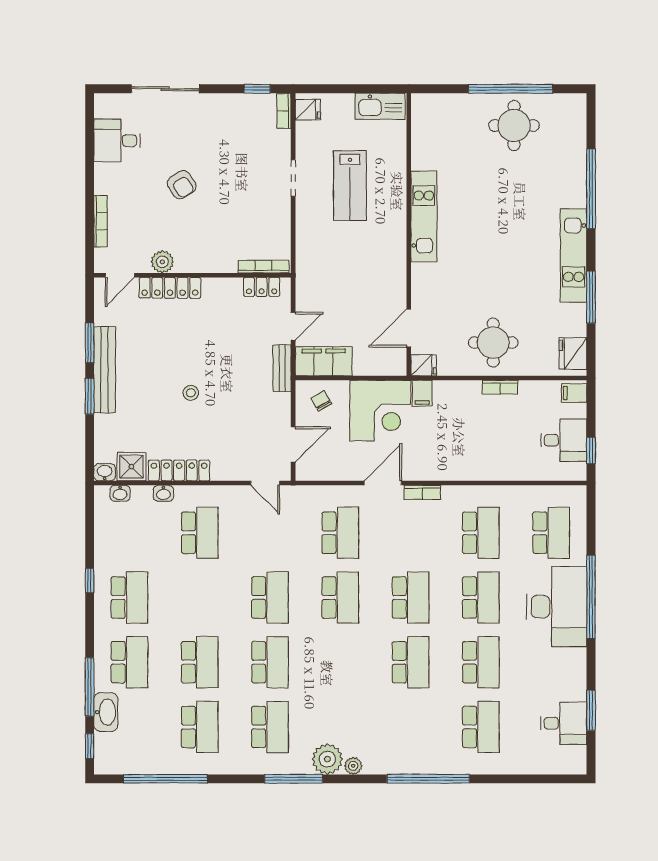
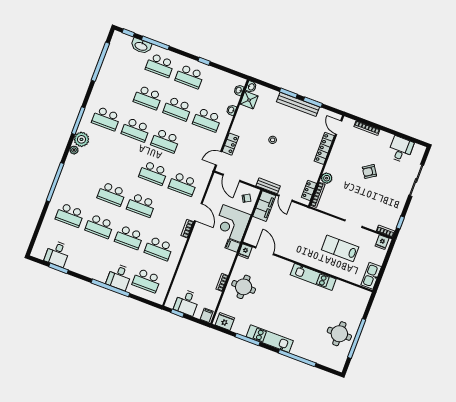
plant: (162, 262) -> (327, 178), moved
locker: (179, 470) -> (230, 144), moved, width x0.66
desk: (557, 607) -> (119, 277), width x0.53, depth x0.77
school desk: (200, 727) -> (177, 109), moved

